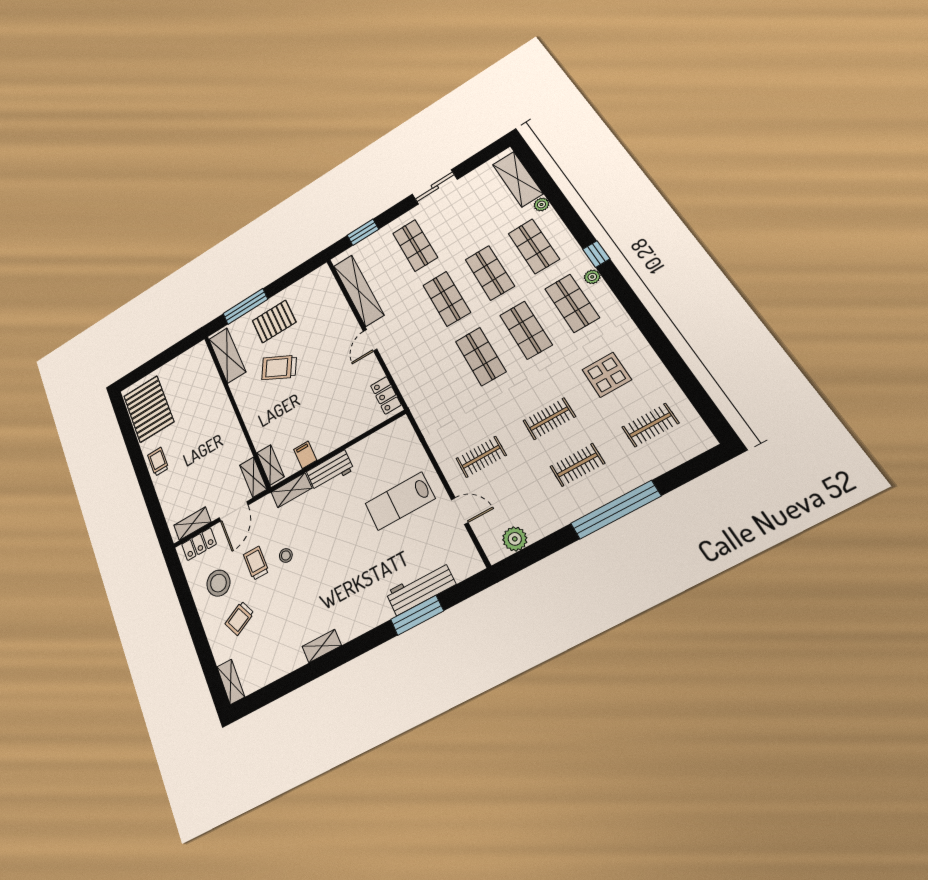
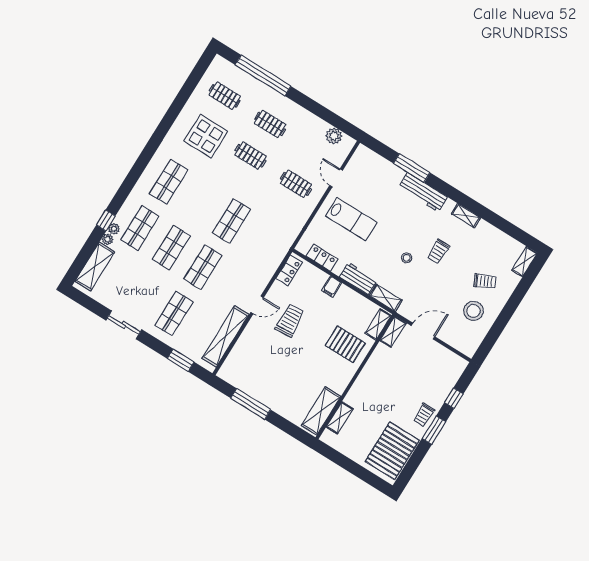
window: (596, 254) -> (106, 220), moved
plant: (592, 277) -> (114, 229), moved
window: (245, 306) -> (251, 404), moved
pallet: (274, 321) -> (345, 344), moved
shop shelf: (526, 330) -> (200, 201), removed
trolley: (279, 368) -> (290, 321), moved, turned -122
display table: (607, 375) -> (206, 136), width x1.36, depth x1.36
filing cabinet: (305, 455) -> (332, 287), moved
window: (139, 464) -> (434, 430), added
window: (153, 504) -> (454, 398), added
window: (616, 510) -> (263, 75), moved
shelving: (192, 524) -> (340, 418), moved, turned 90
locker: (199, 544) -> (322, 258), moved
stool: (286, 555) -> (407, 258), moved
trolley: (256, 563) -> (438, 251), moved
workbench: (421, 588) -> (423, 192), moved

